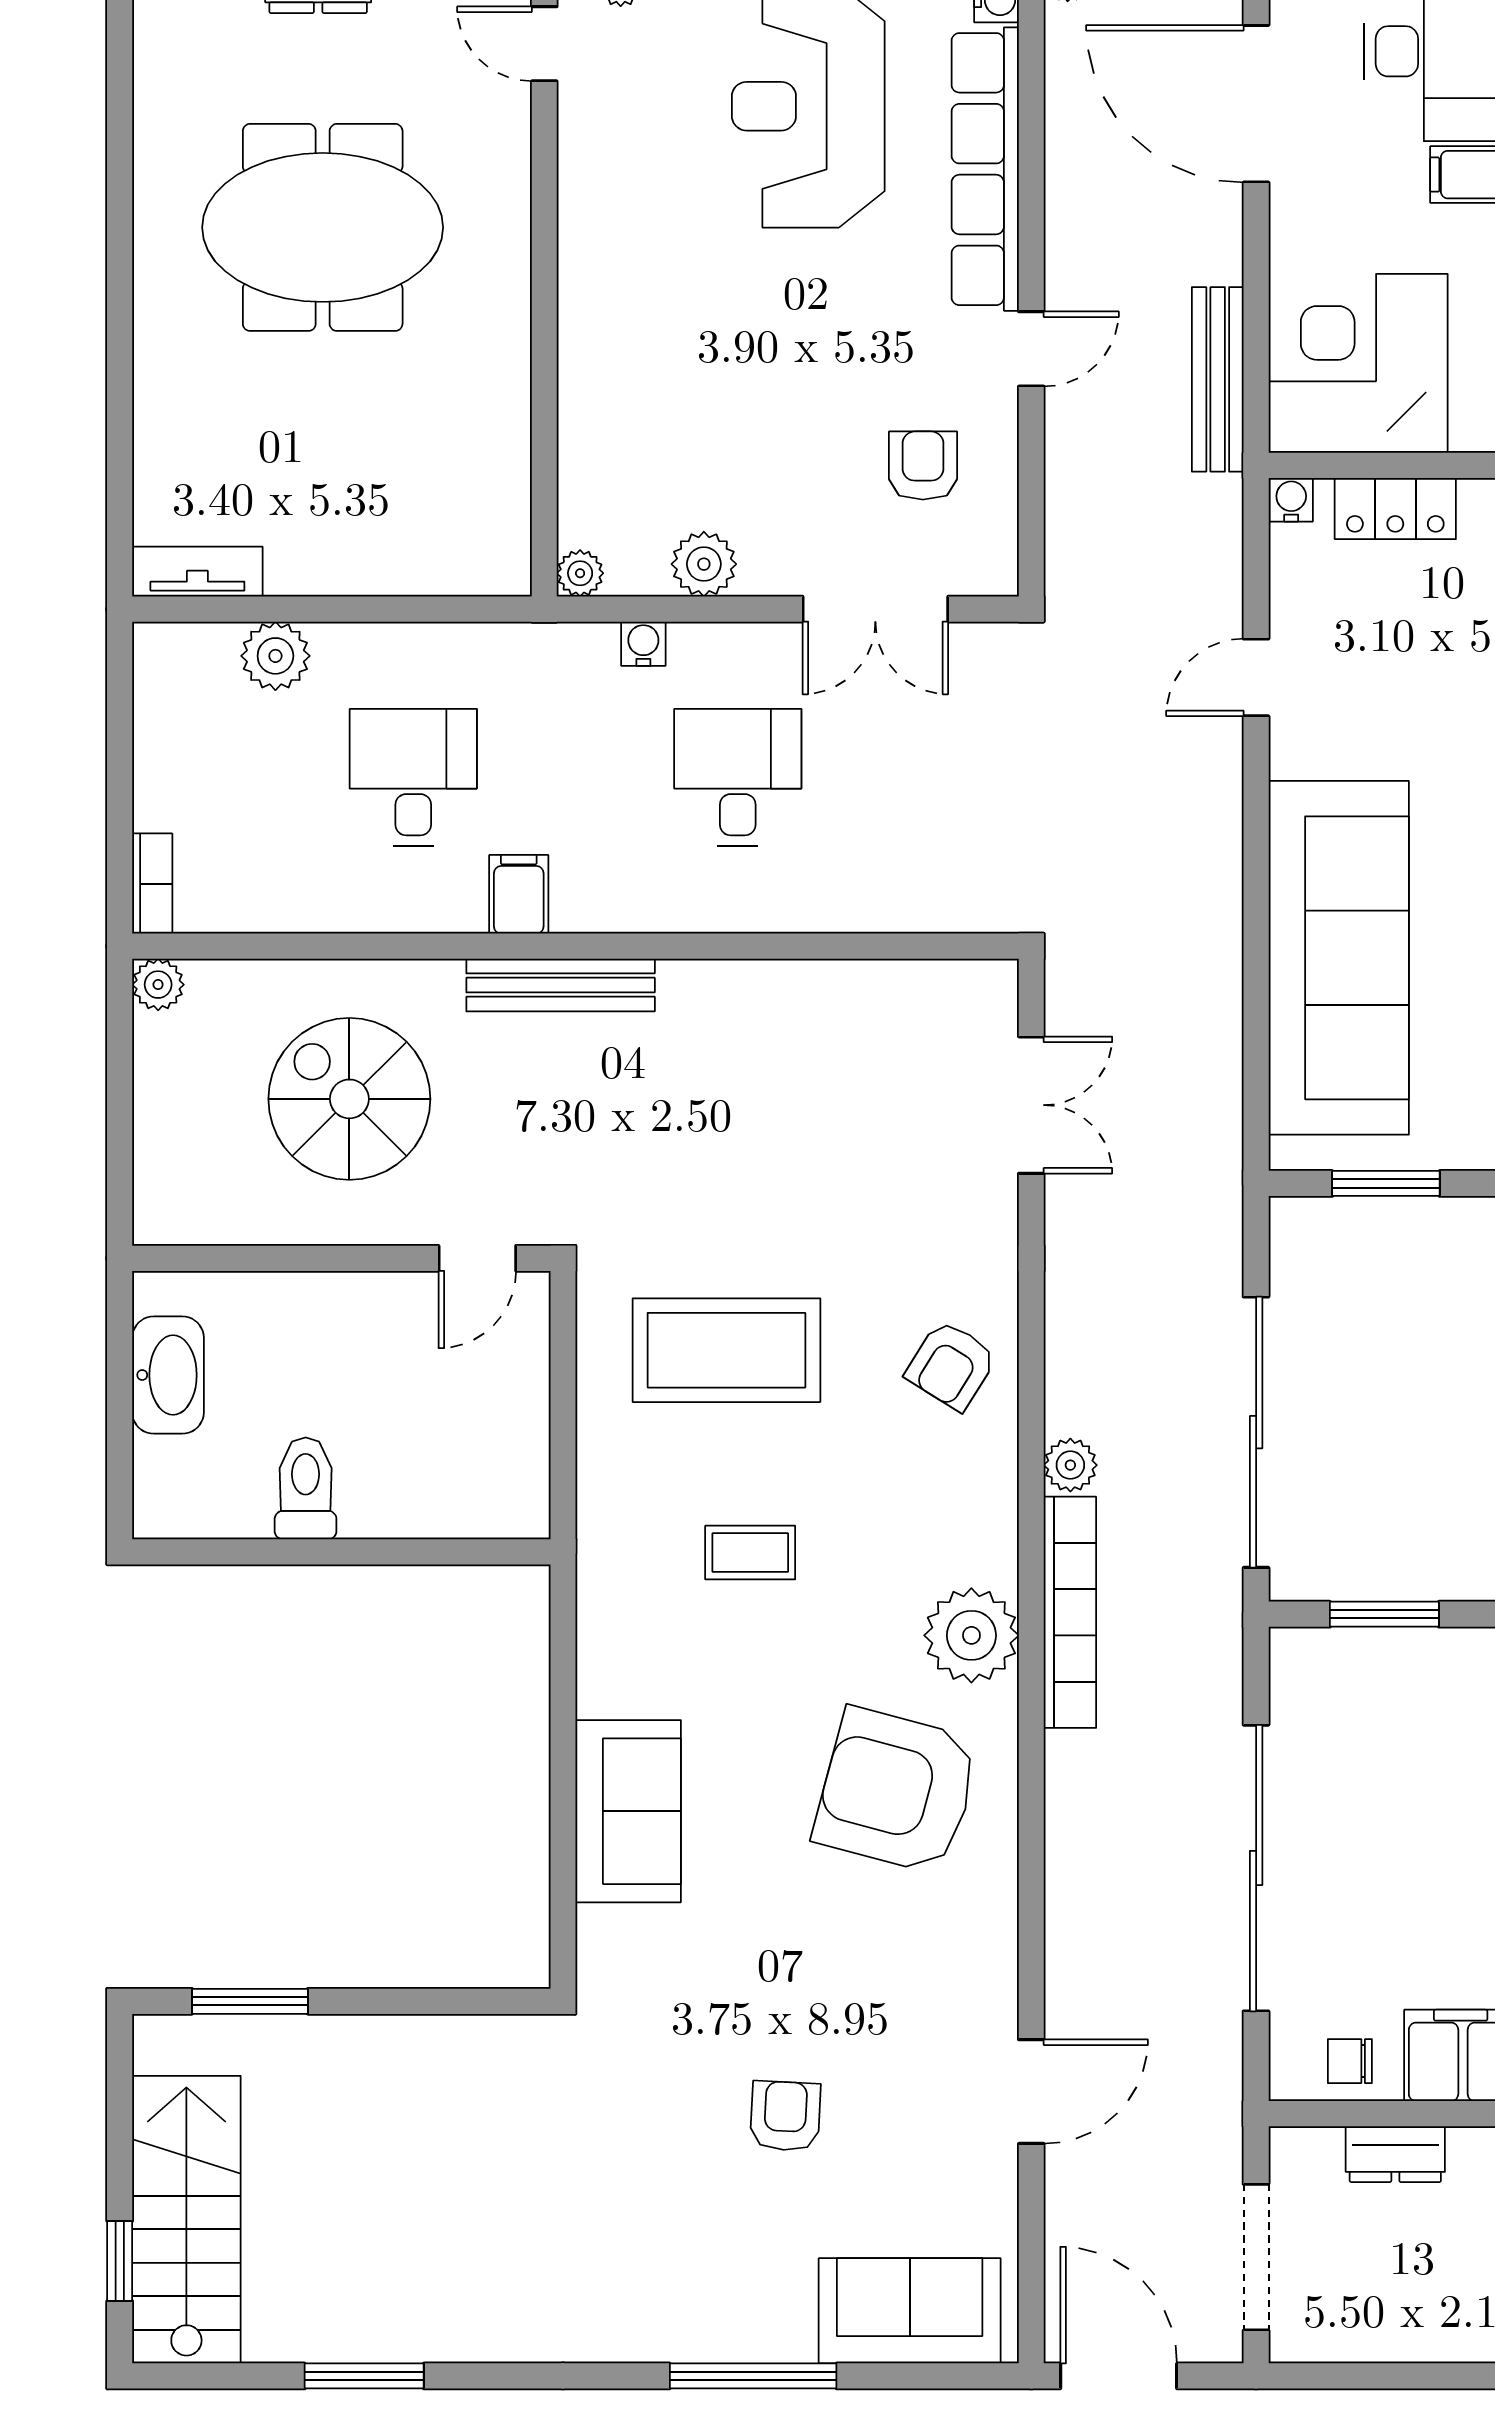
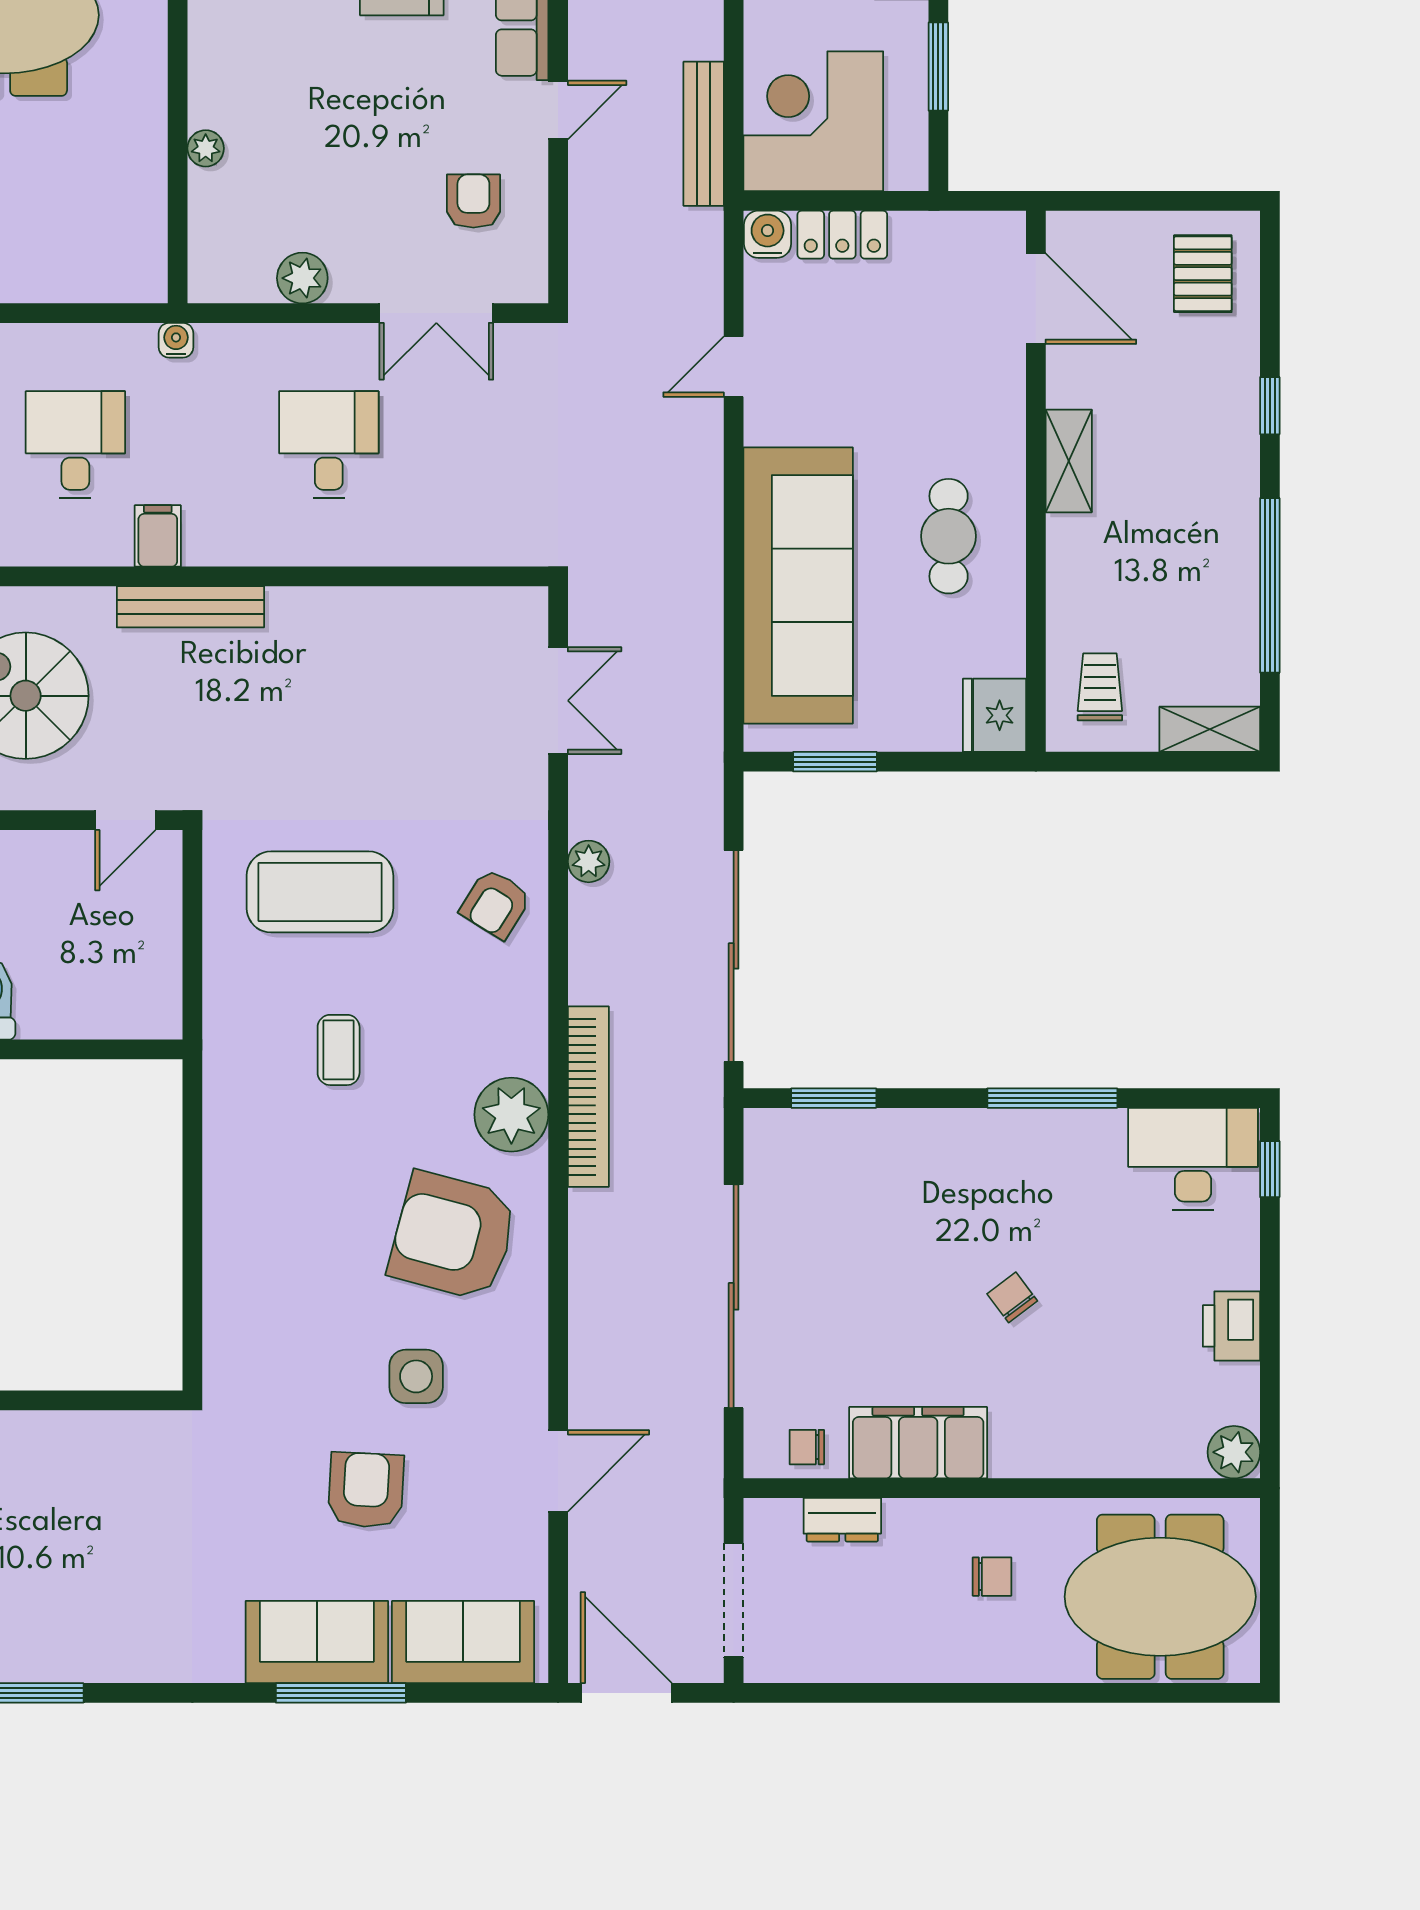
water cooler: (1291, 500) -> (768, 234), width x1.38, depth x1.38
plant: (580, 573) -> (206, 148), moved
water cooler: (643, 644) -> (176, 340), moved
plant: (1070, 1465) -> (589, 861), moved
coffee table: (750, 1553) -> (339, 1050), turned 90
sofa: (628, 1811) -> (317, 1642), moved, turned -90
side table: (849, 1971) -> (416, 1376), added
armchair: (785, 2116) -> (366, 1490), width x1.38, depth x1.38

